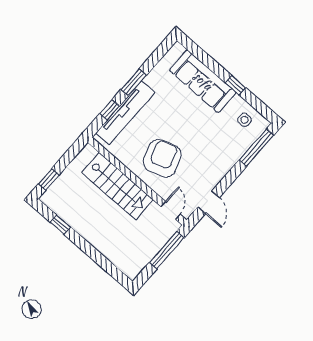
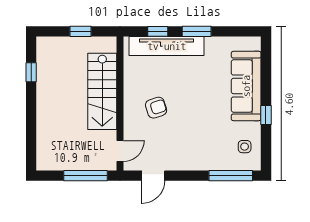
armchair: (162, 158) -> (156, 108), width x0.53, depth x0.53
window: (49, 179) -> (80, 31), moved

